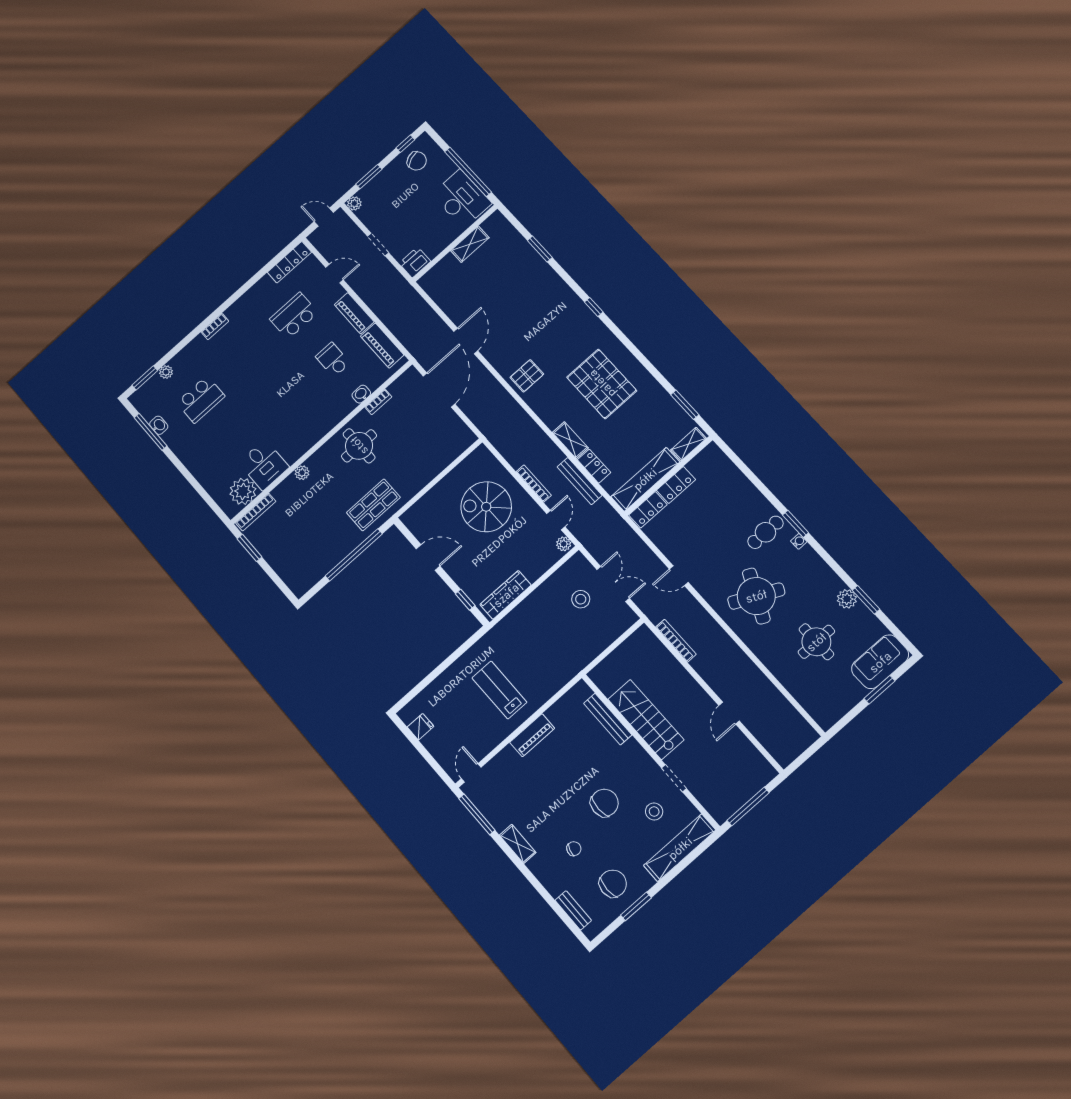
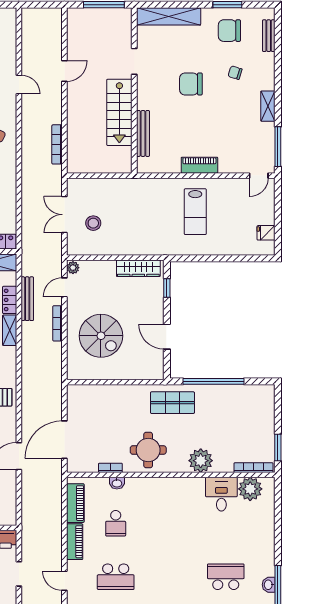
plant: (302, 473) -> (201, 461), width x1.88, depth x1.88
door: (679, 576) -> (19, 85), moved
stool: (654, 811) -> (165, 52), removed

